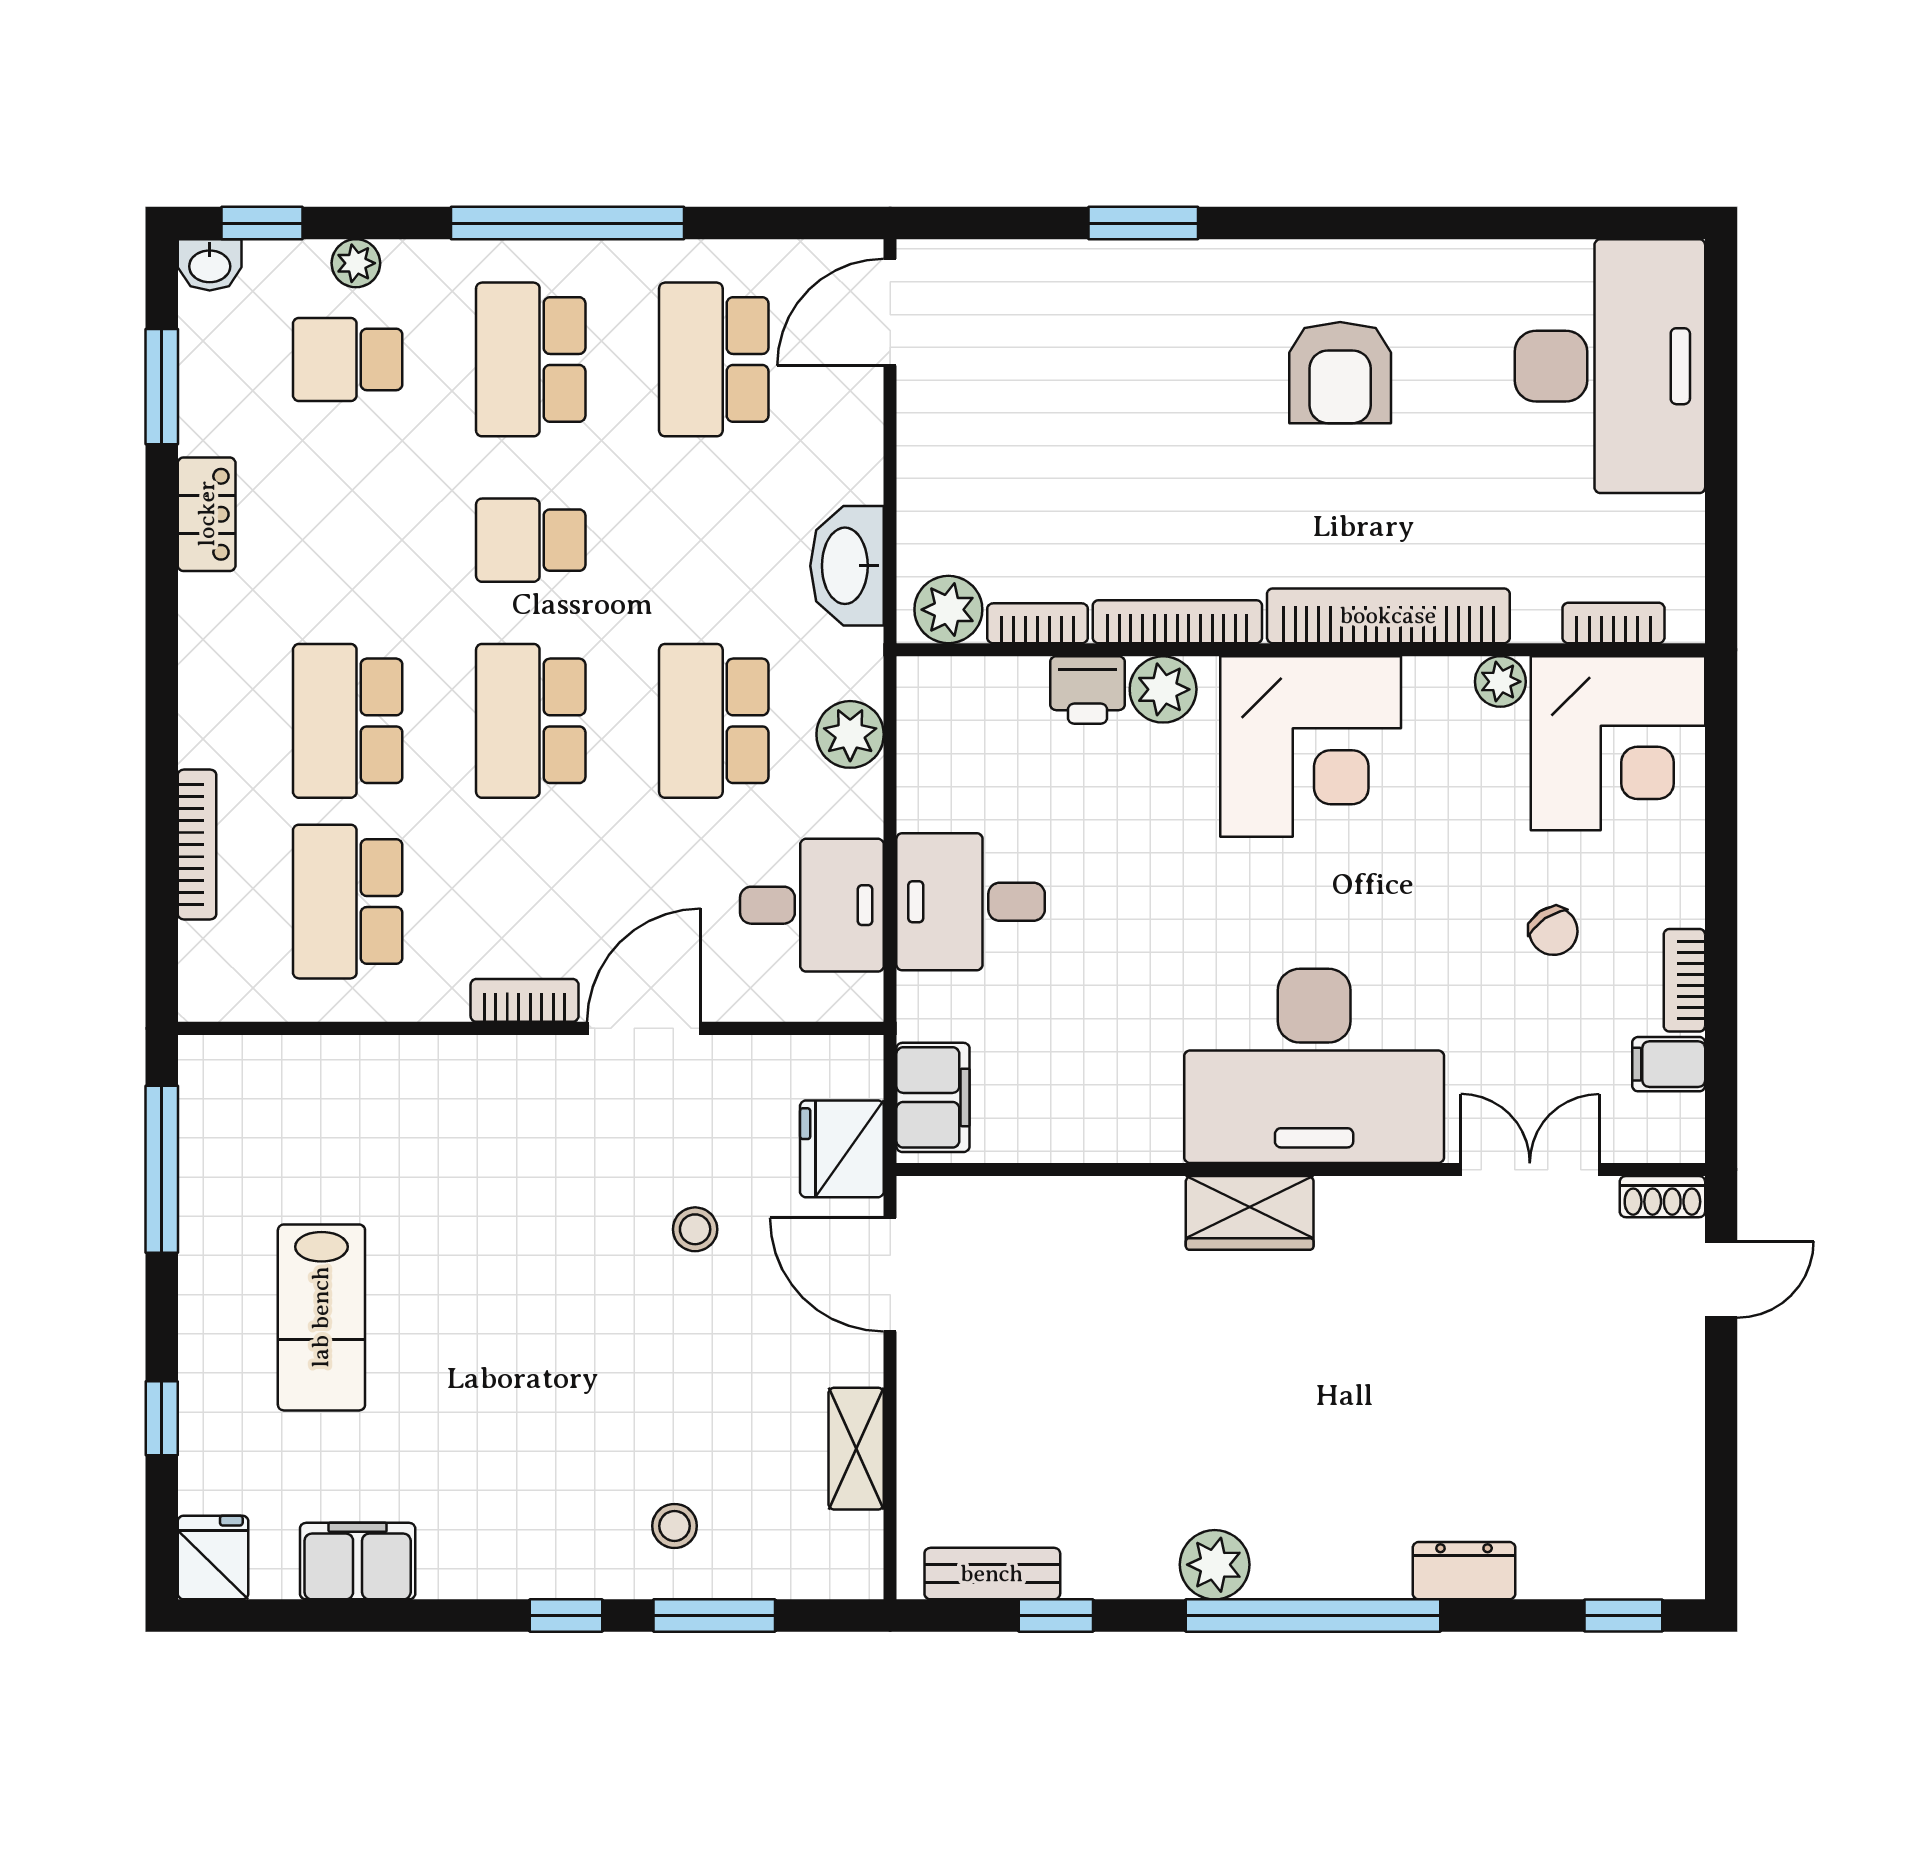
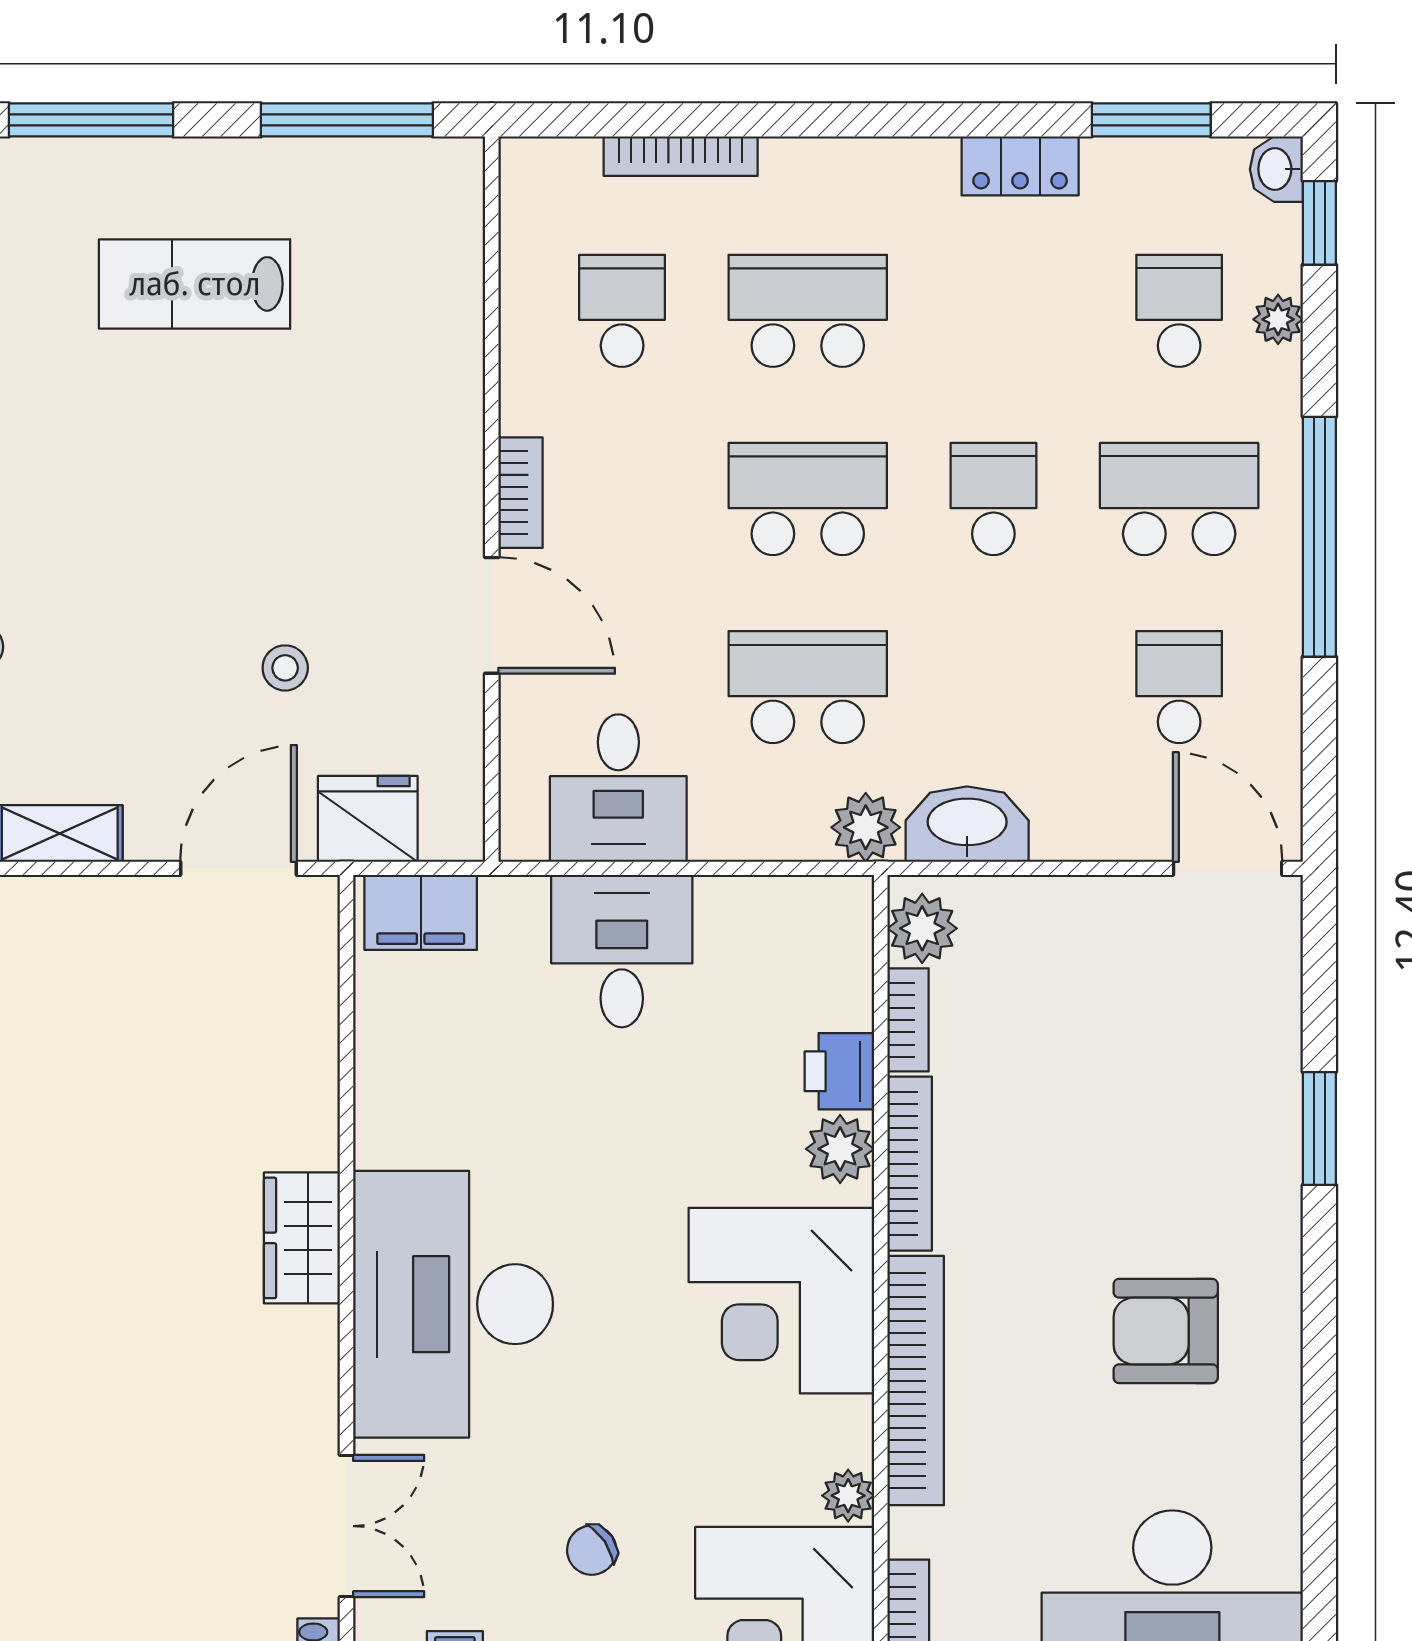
school desk: (714, 359) -> (1179, 687), width x0.54
plant: (850, 734) -> (866, 827), moved
school desk: (348, 902) -> (622, 311), width x0.54
window: (162, 1418) -> (91, 120), width x2.17

